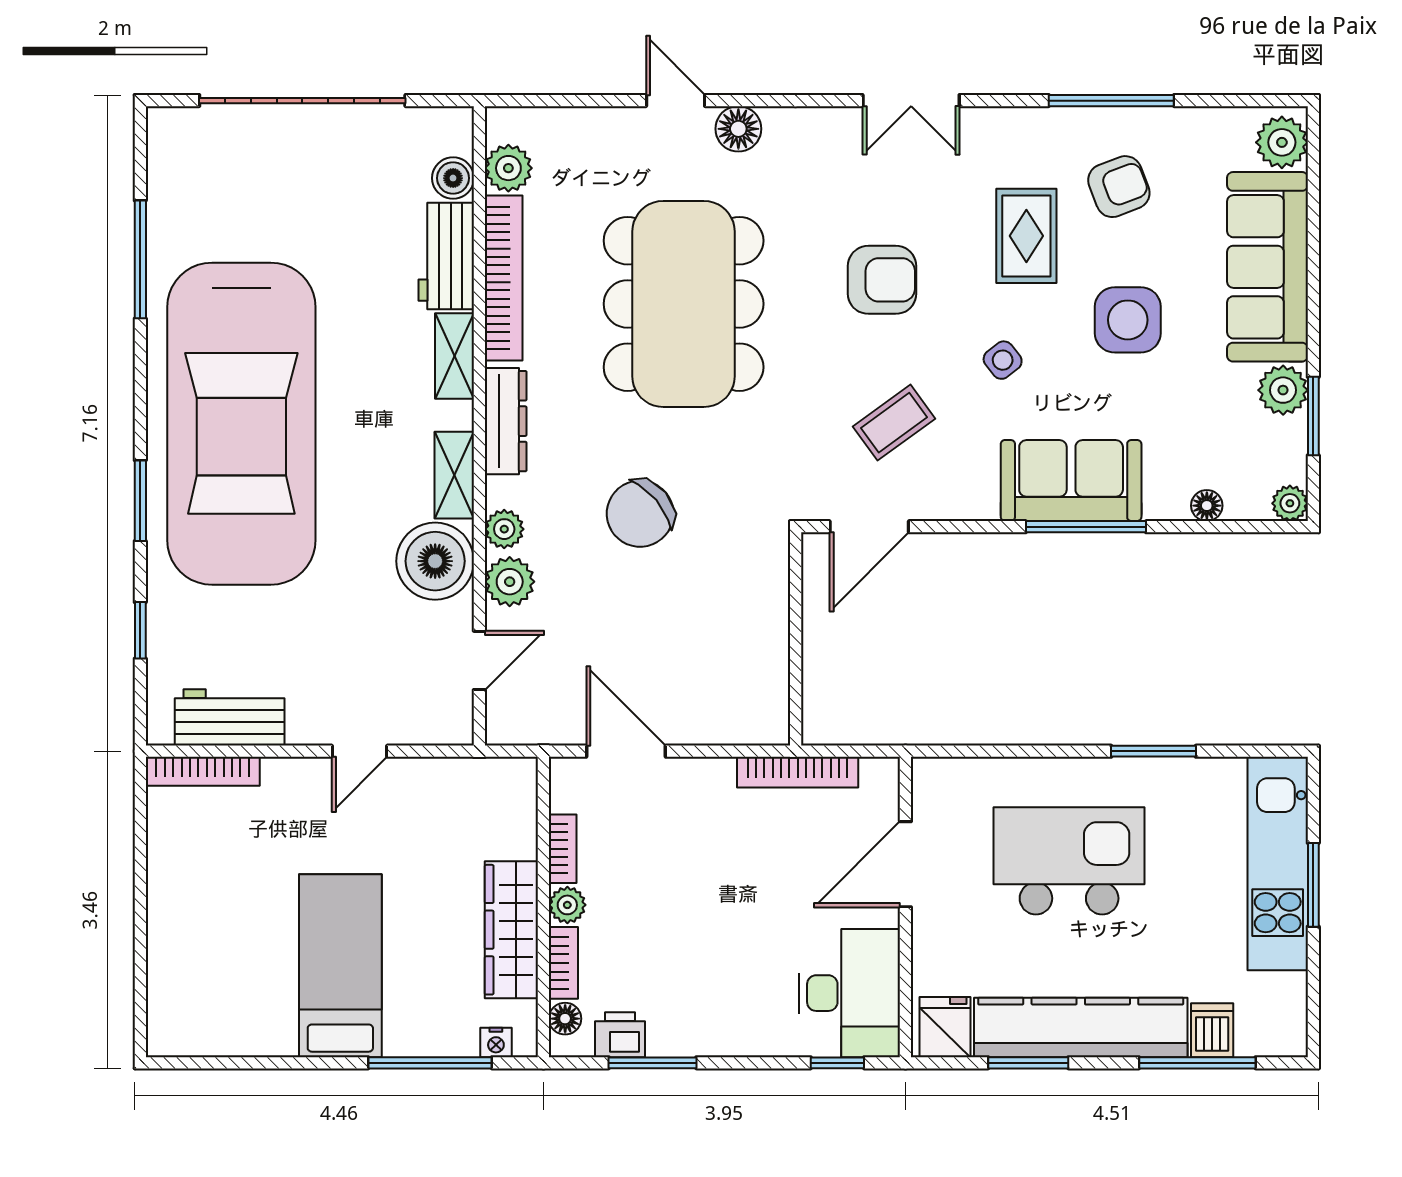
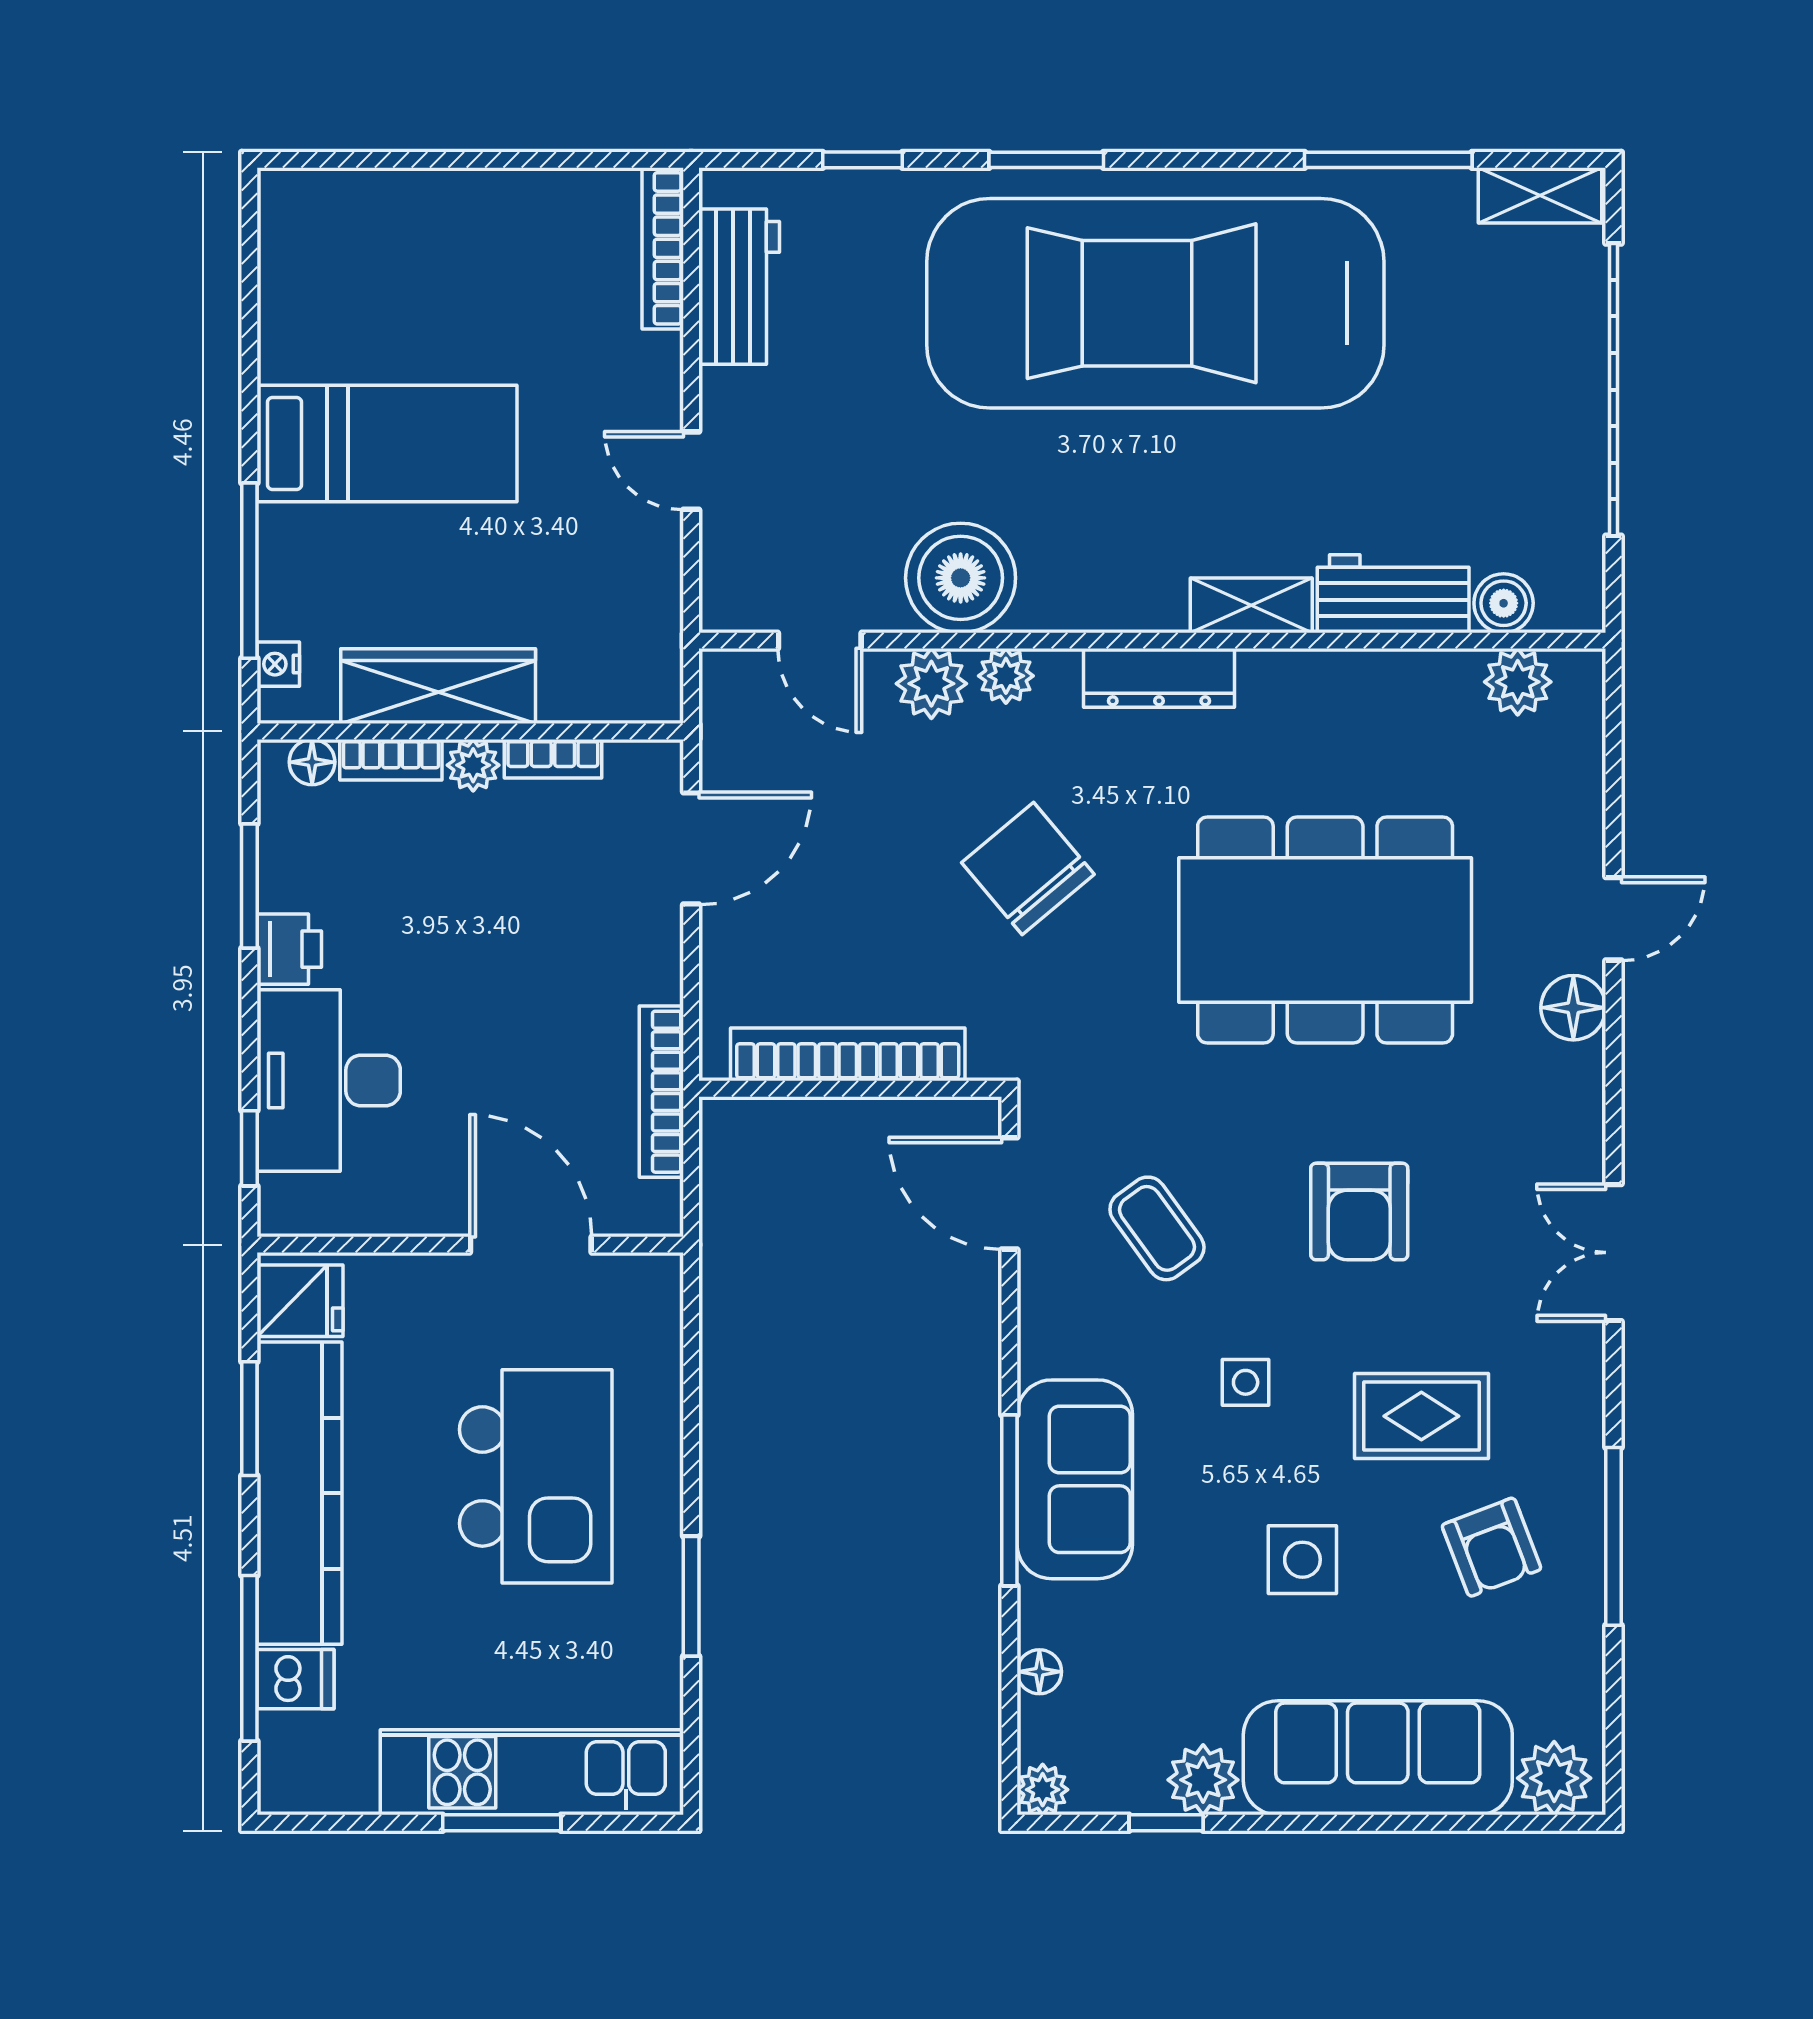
bookcase: (504, 278) -> (848, 1054), moved, turned 180
side table: (1128, 320) -> (1302, 1560), width x0.73, depth x0.73
side table: (1003, 360) -> (1246, 1382), turned 38
window: (1313, 416) -> (1166, 1823), width x0.67
shelving: (454, 475) -> (1540, 195), moved
desk: (850, 993) -> (329, 1080), moved, turned 90
printer: (620, 1035) -> (289, 949), moved

